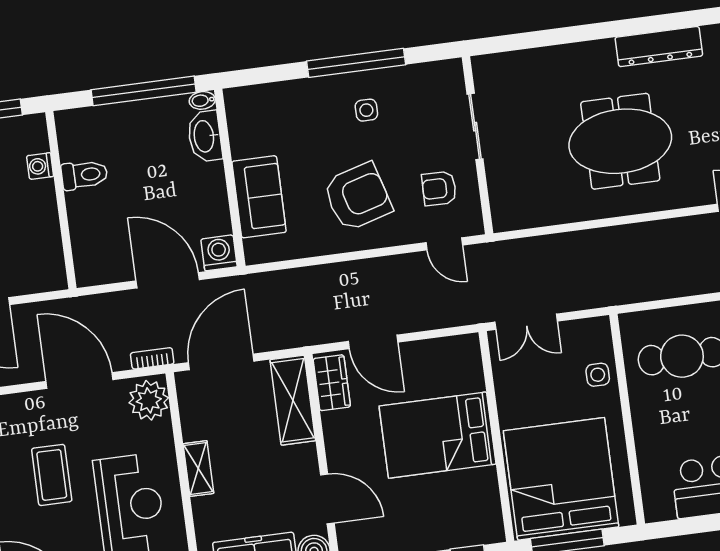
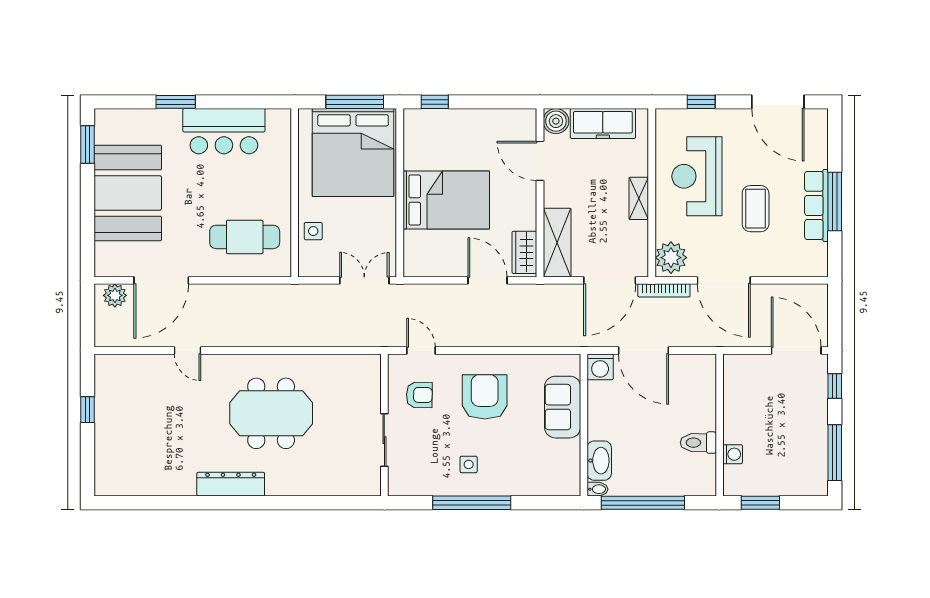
armchair: (358, 197) -> (485, 397), turned 106
bookcase: (152, 358) -> (664, 290), width x1.56

